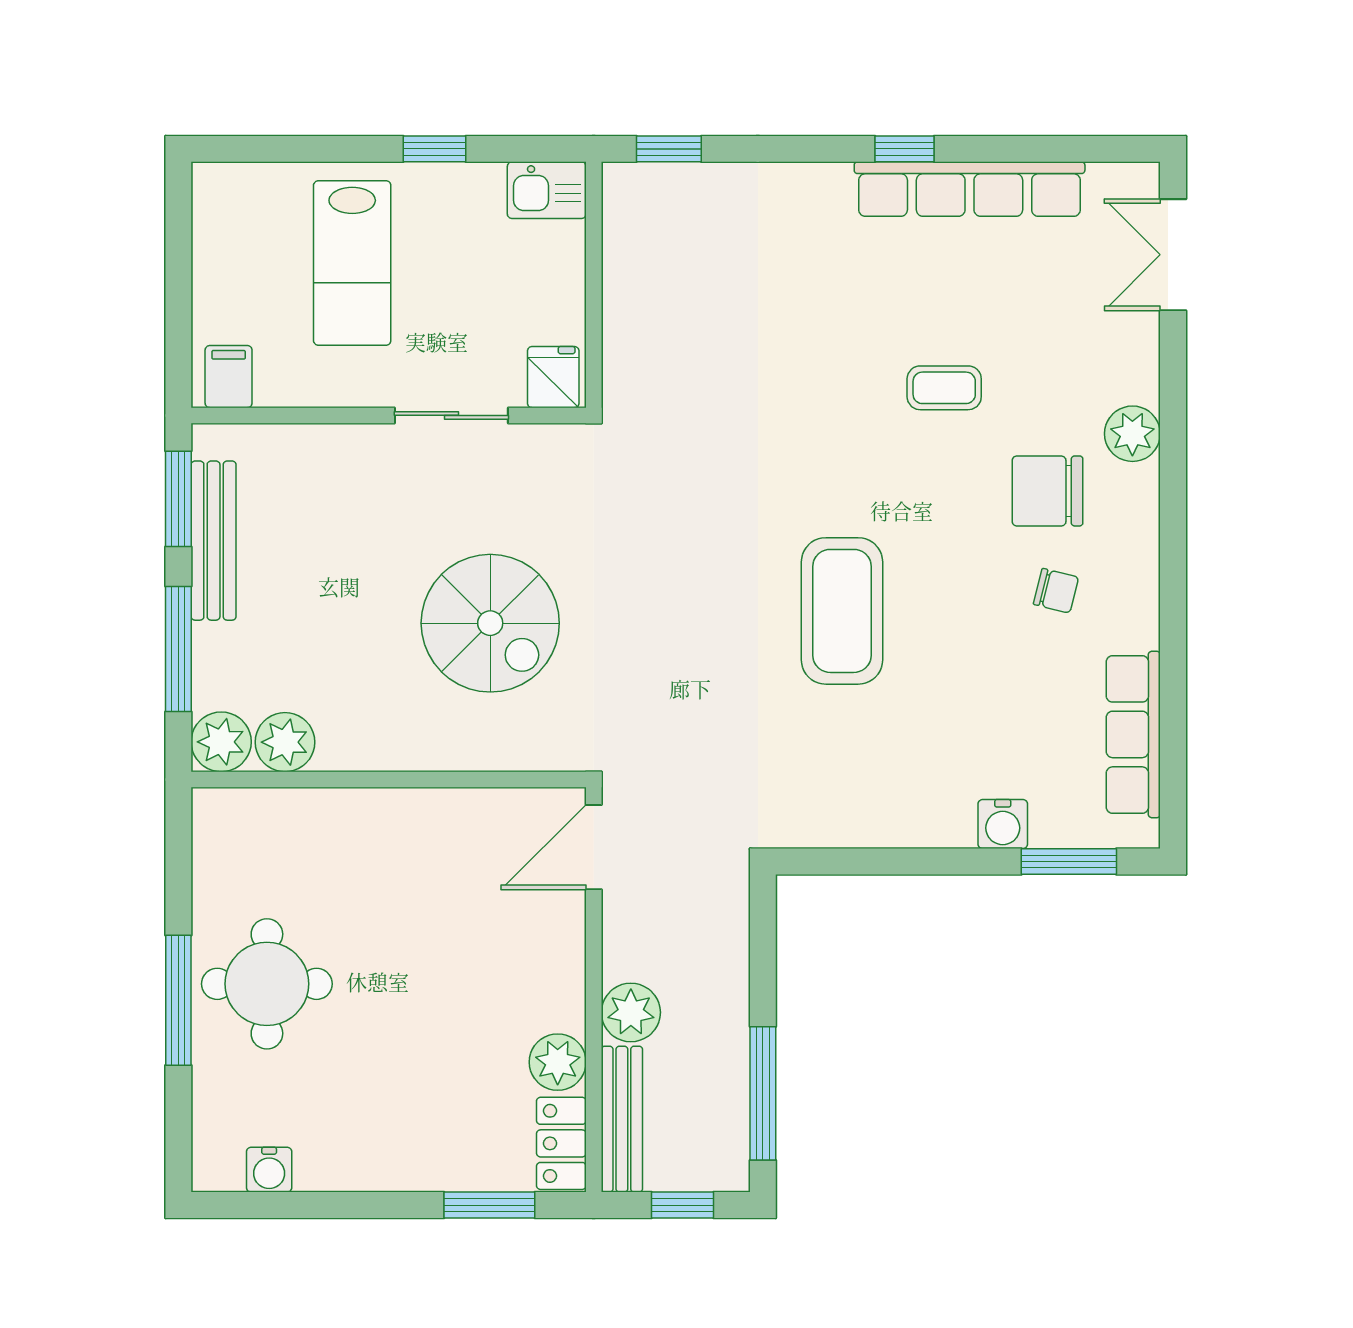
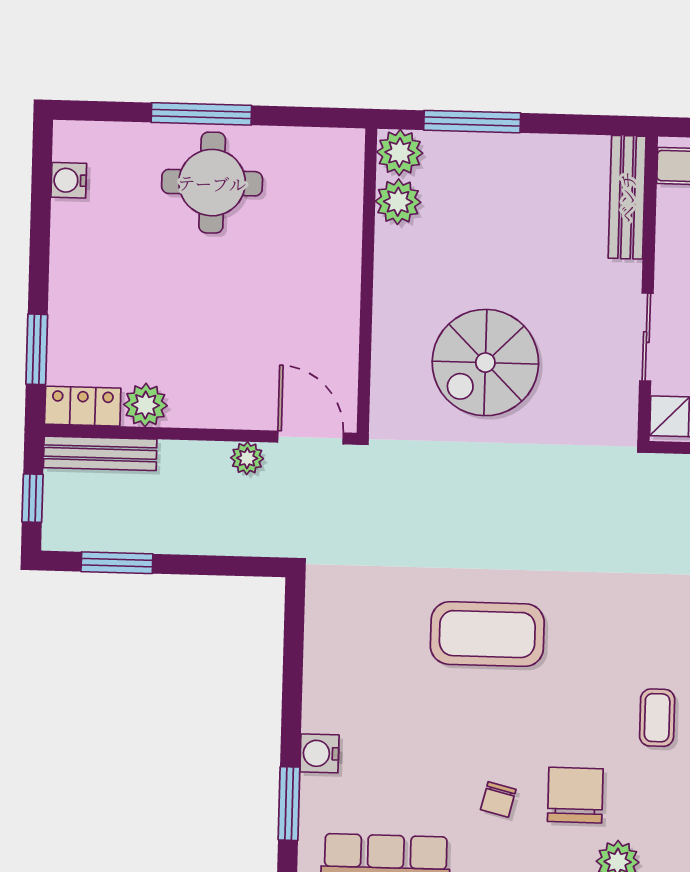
window: (178, 499) -> (588, 125), removed
bench: (214, 541) -> (627, 197), moved, turned 90
plant: (631, 1012) -> (247, 458), moved, width x0.73, depth x0.73
window: (763, 1093) -> (117, 563), width x0.69

